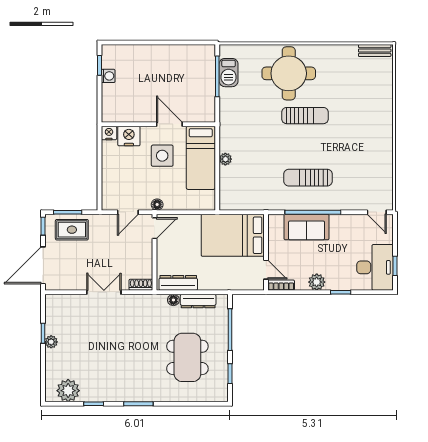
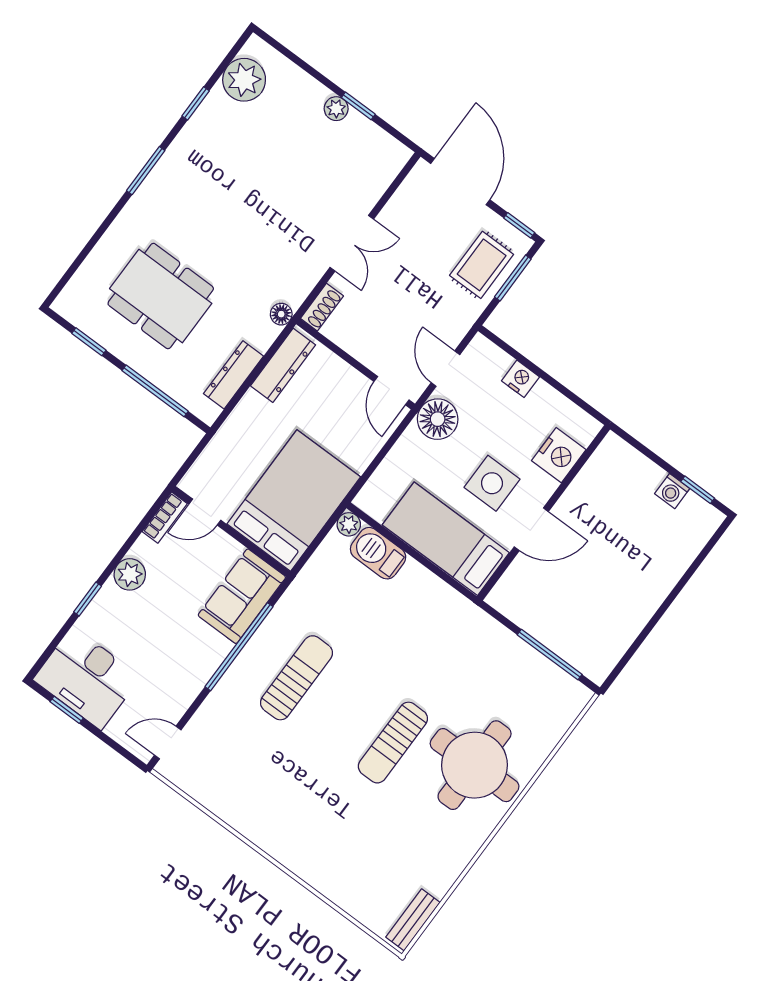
barbecue: (229, 73) -> (378, 553), moved
nightstand: (109, 133) -> (520, 379), moved, turned -90
plant: (225, 159) -> (349, 524), moved
floor lamp: (157, 205) -> (438, 419), width x1.89, depth x1.89
sofa: (307, 227) -> (242, 596), moved
floor lamp: (173, 300) -> (281, 314), moved

